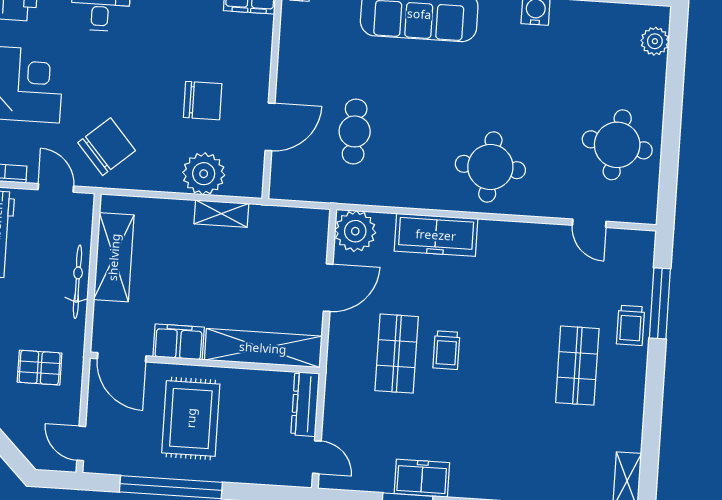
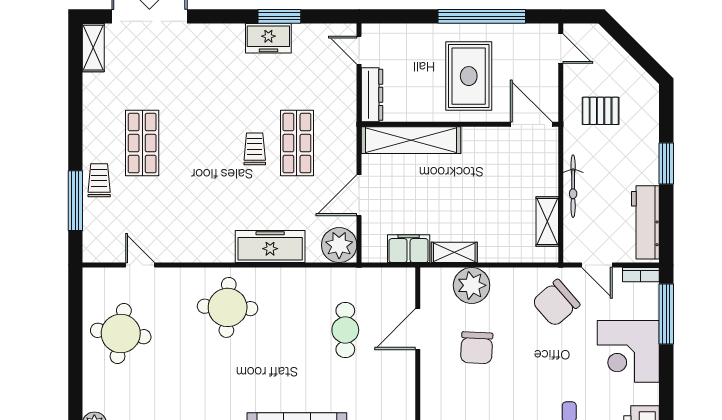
chair: (203, 101) -> (477, 348), turned -87
shelving: (114, 257) -> (547, 222), width x0.67, depth x0.75
filing cabinet: (179, 342) -> (409, 249), moved, turned 180

